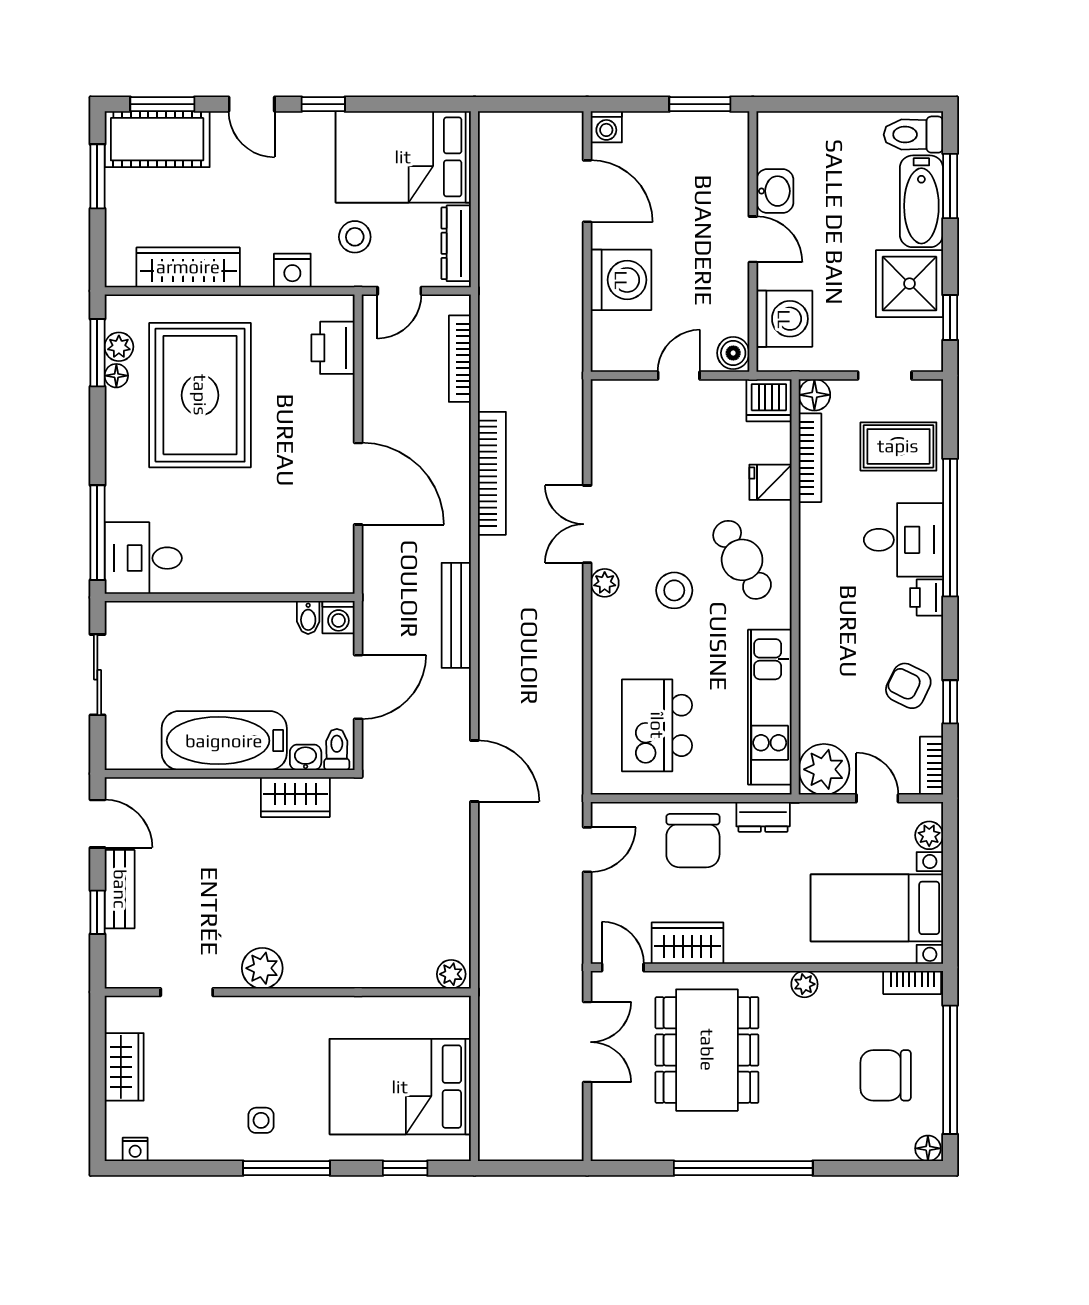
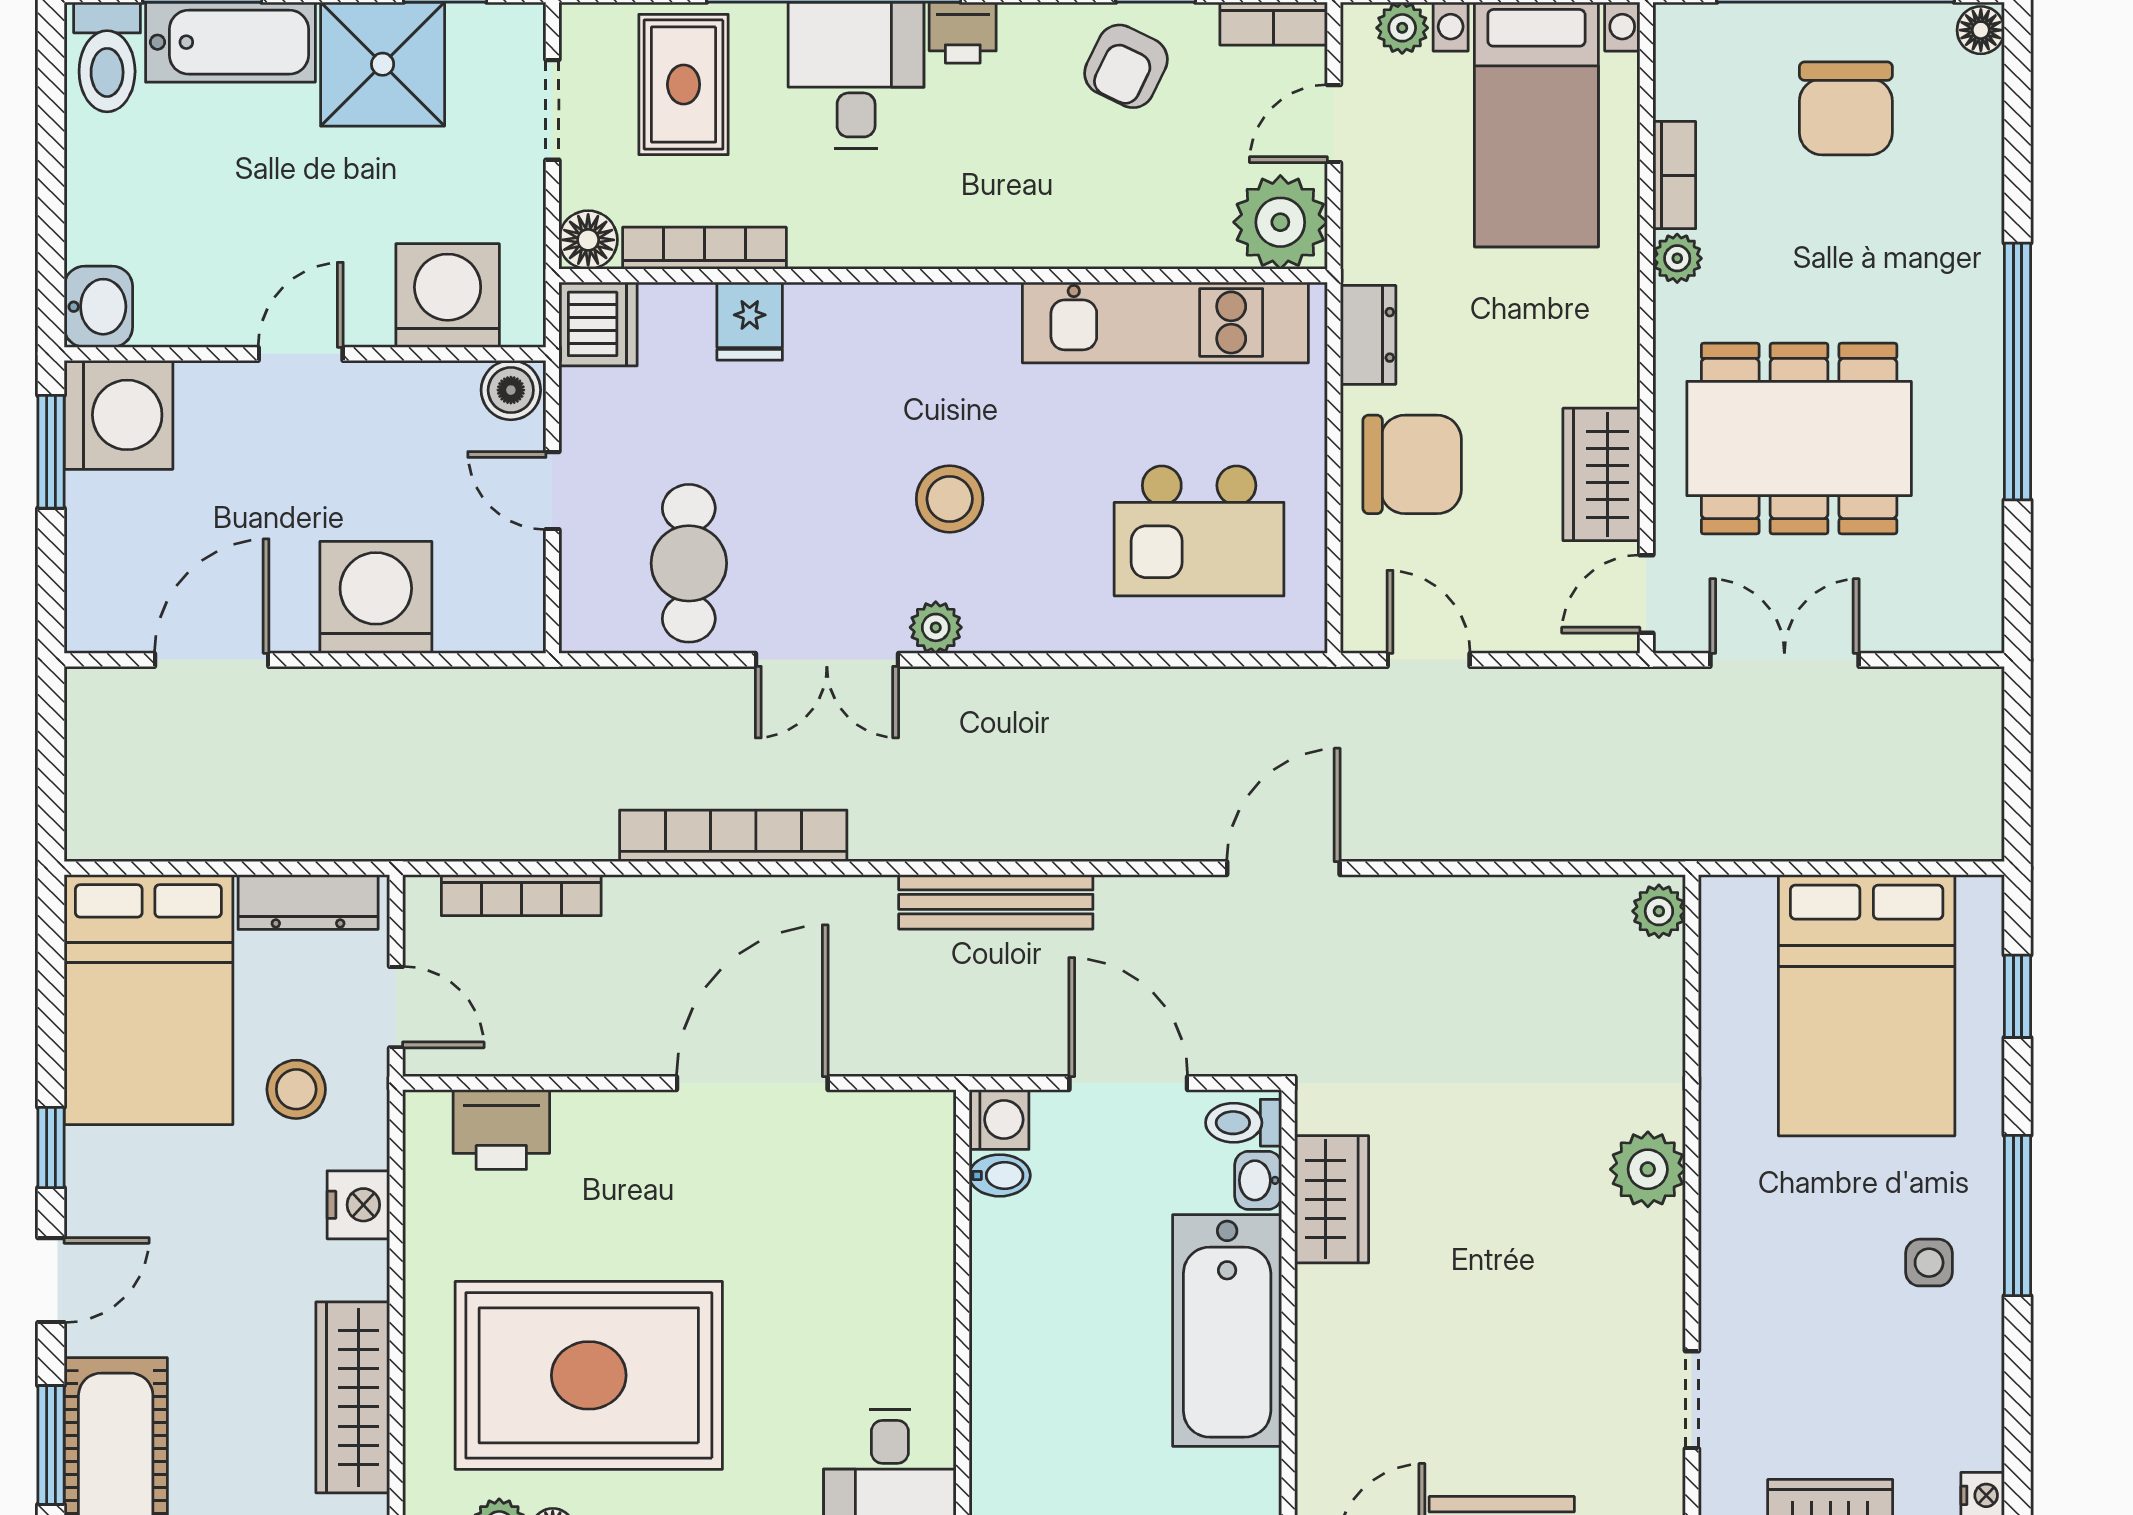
washing machine: (606, 127) -> (118, 415), moved, width x1.89, depth x1.89
washbasin: (775, 191) -> (98, 307), moved, turned 90
cafe table: (742, 560) -> (689, 563), moved, turned -60
plant: (262, 968) -> (1648, 1169), moved
bookcase: (912, 983) -> (1674, 175), moved

